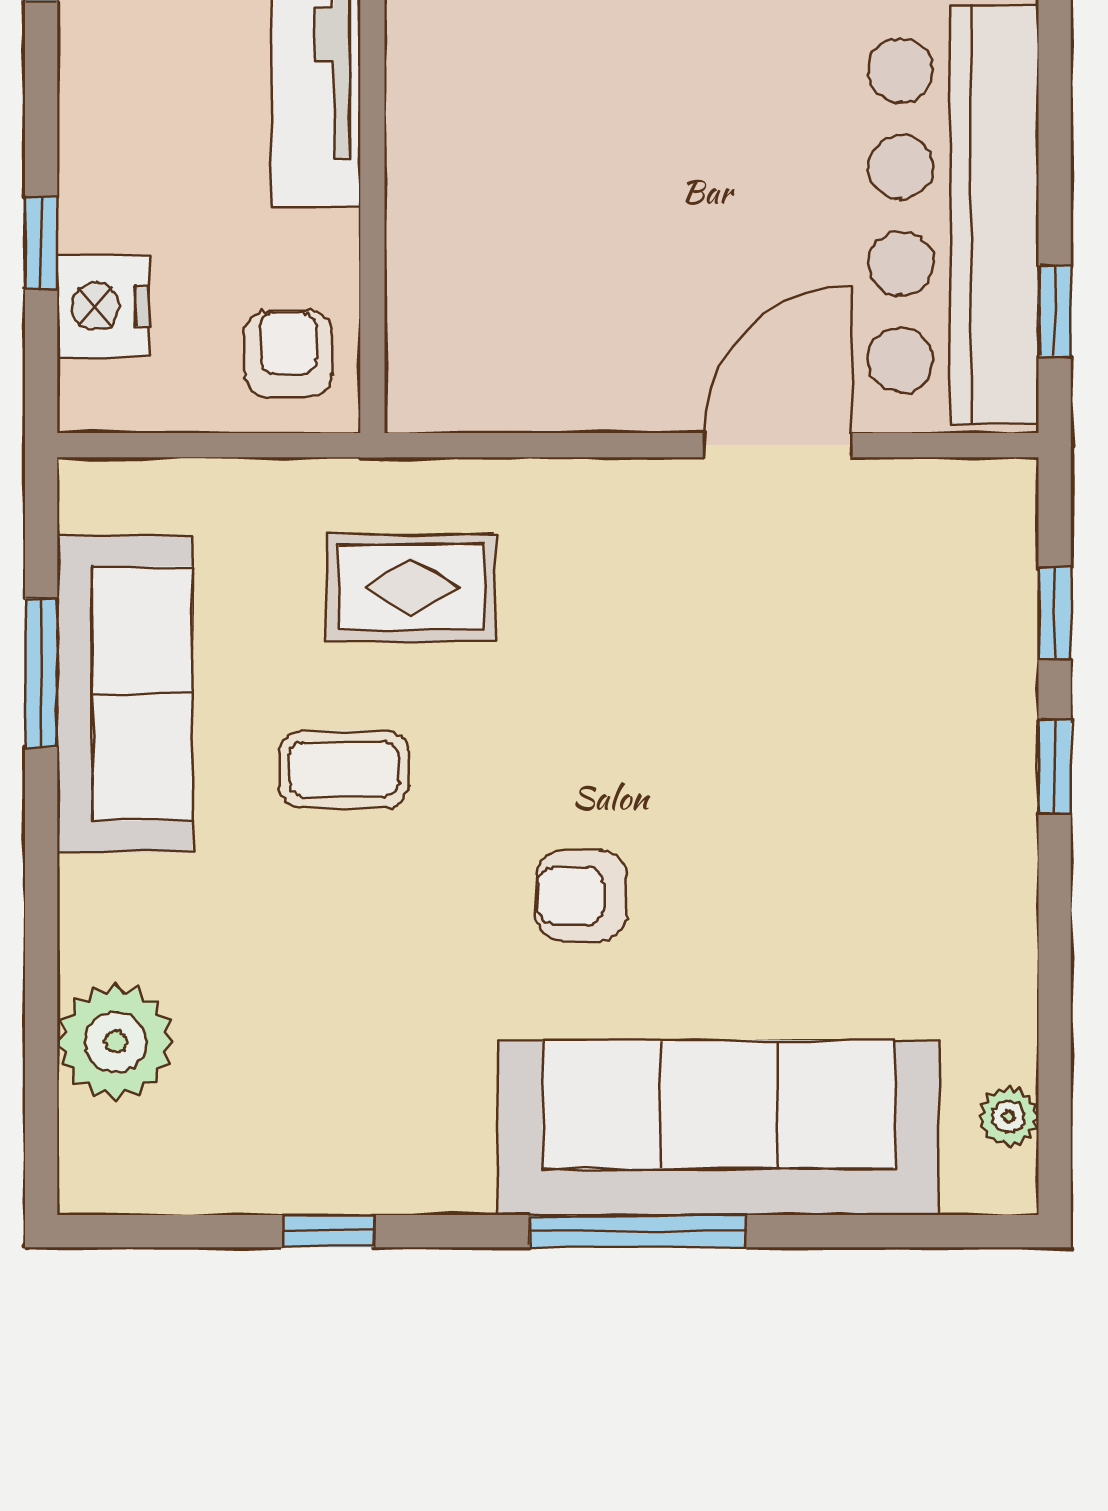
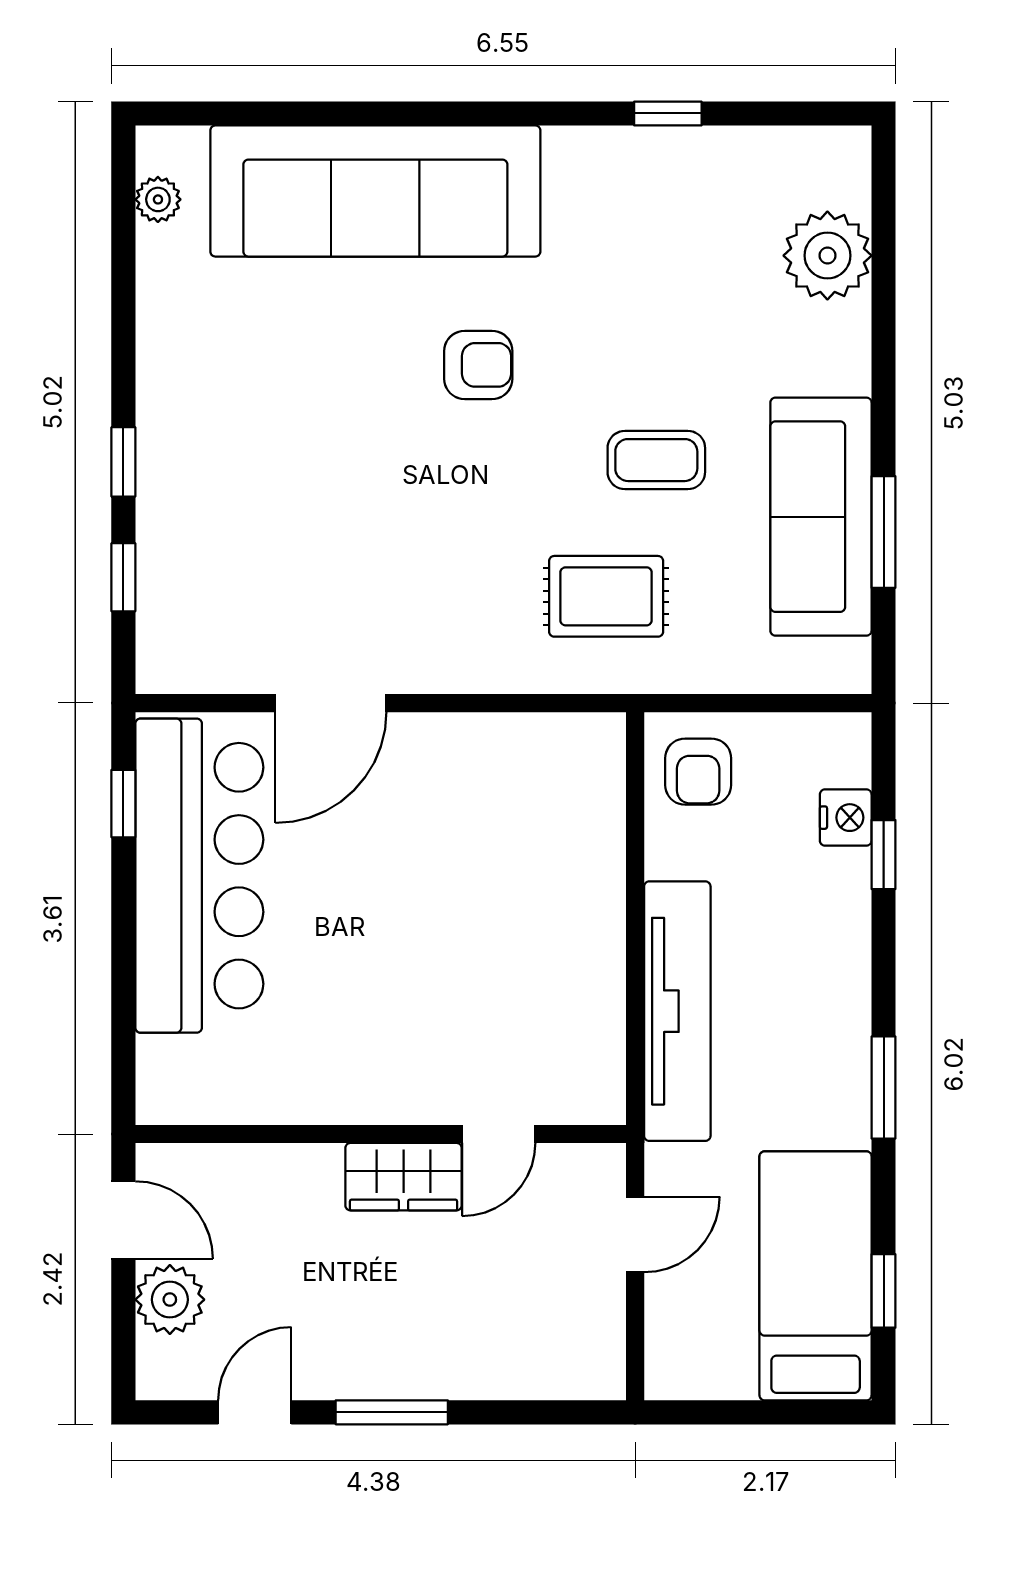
nightstand: (103, 306) -> (846, 818), width x0.74, depth x0.75
window: (637, 1231) -> (436, 113), removed

